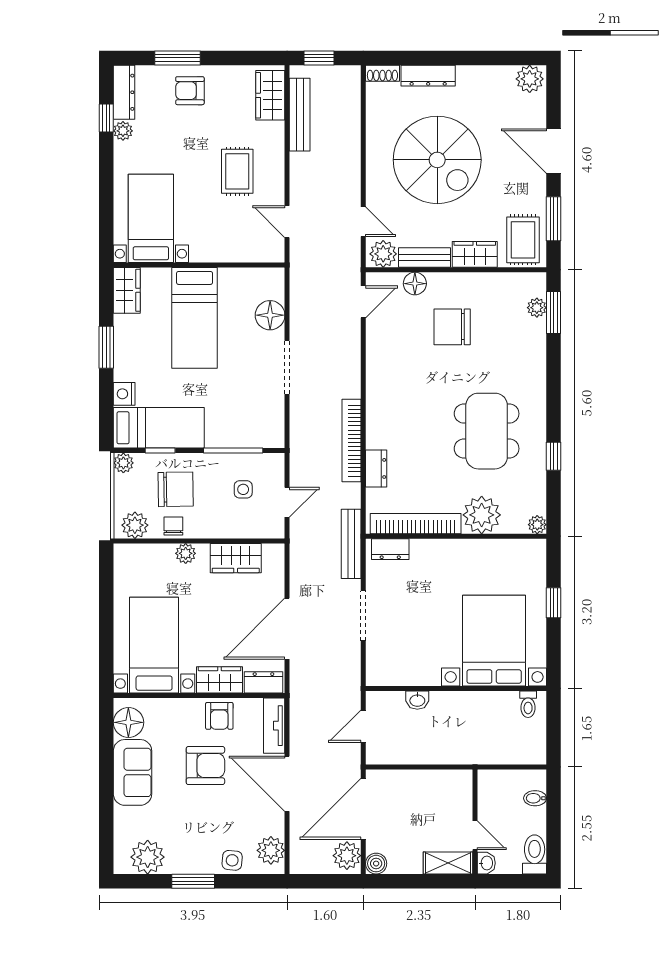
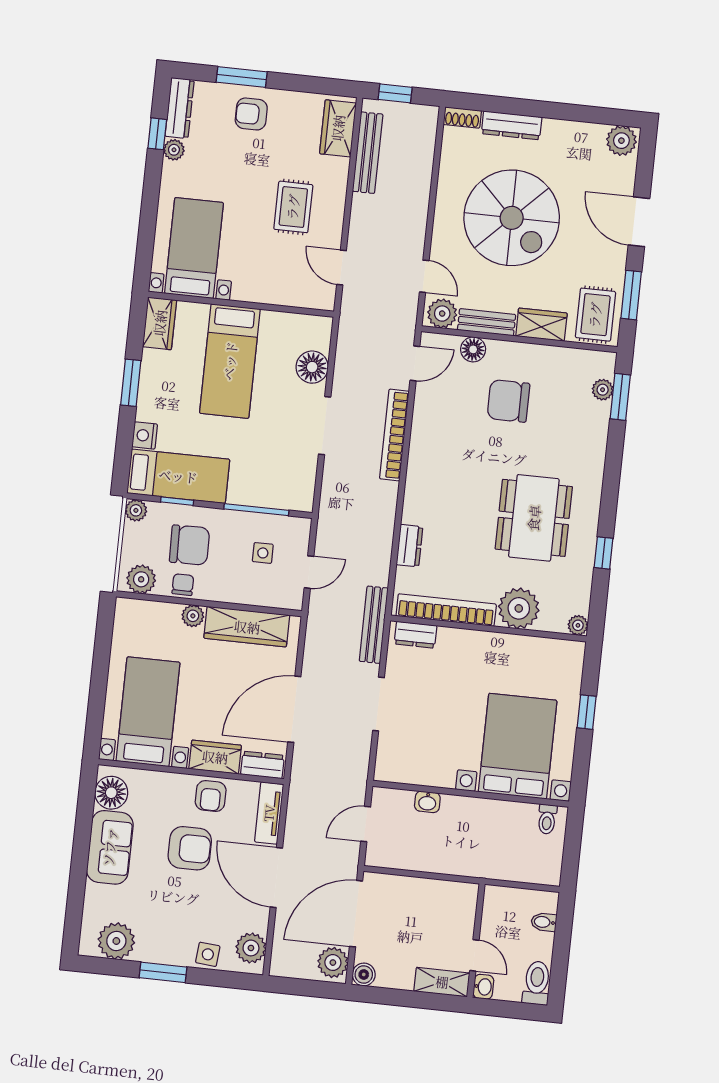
bookcase: (351, 441) -> (394, 435), moved
wardrobe: (236, 558) -> (247, 627), width x1.50

